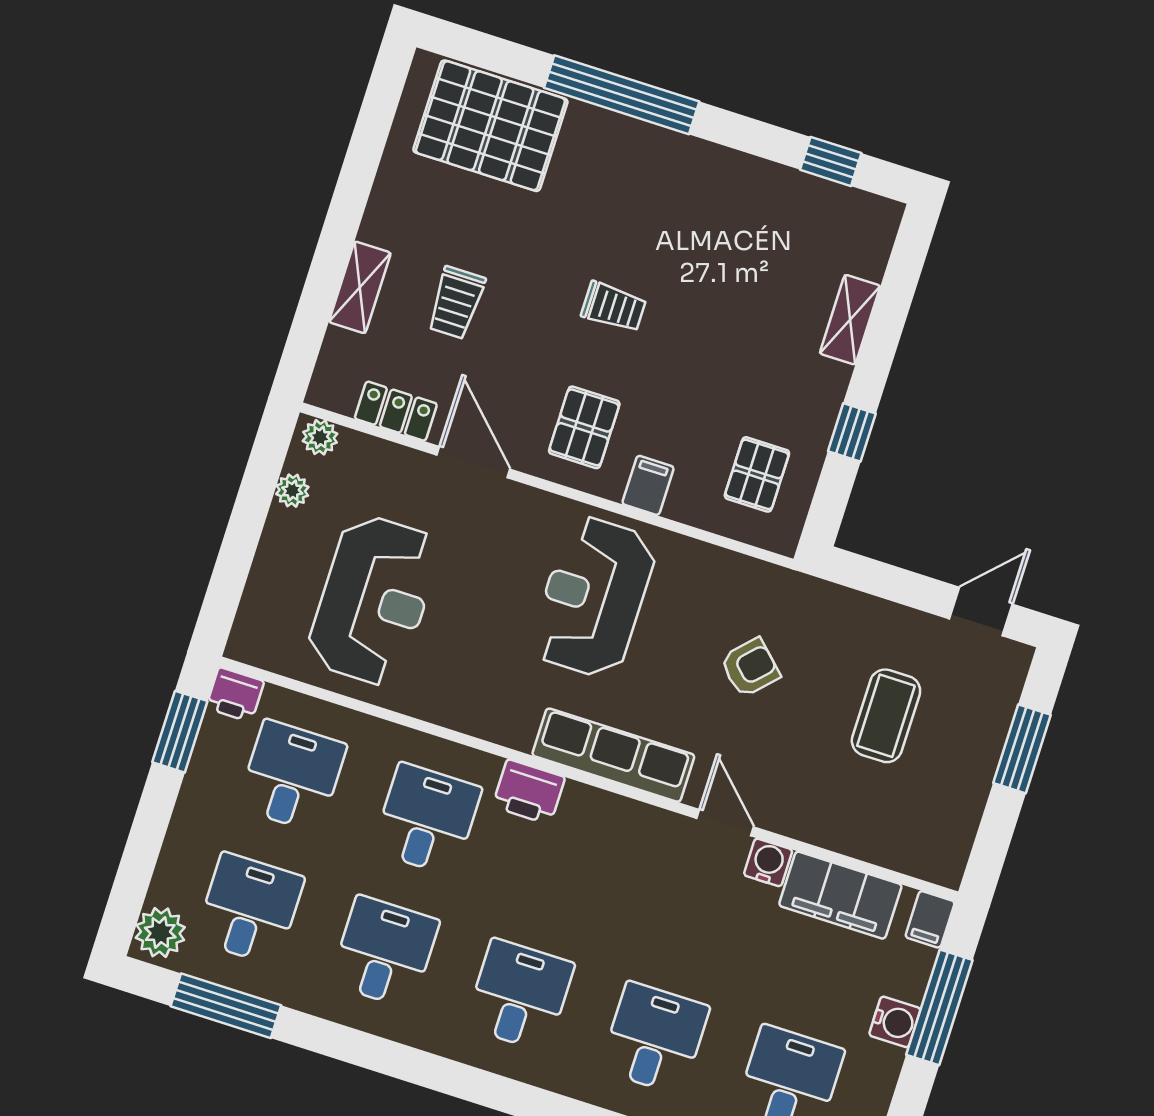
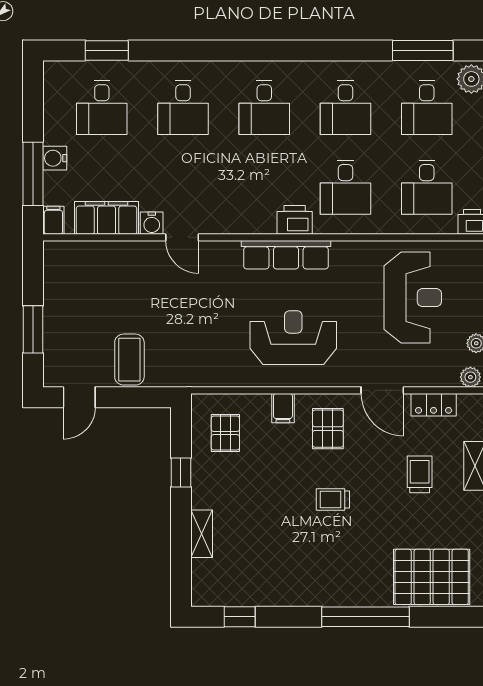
reception desk: (593, 597) -> (293, 338), turned -90
reception desk: (374, 600) -> (413, 298), turned 180
armchair: (750, 668) -> (195, 326), removed
coffee table: (886, 716) -> (129, 360), moved
row of seats: (613, 755) -> (286, 255), moved

